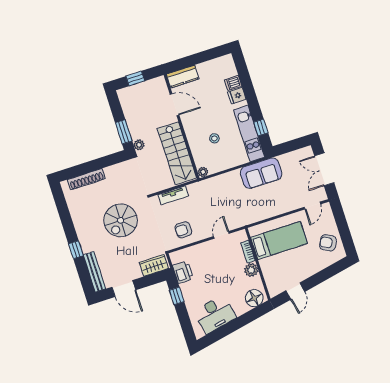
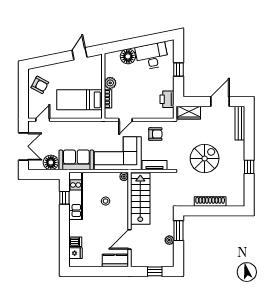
fridge: (237, 96) -> (76, 253), moved
door: (175, 105) -> (129, 239), hinge flipped
plant: (139, 145) -> (169, 240), moved
floor lamp: (288, 161) -> (51, 162), added
shoe rack: (86, 179) -> (210, 201), moved
corner sofa: (218, 195) -> (118, 153), added
window: (76, 250) -> (249, 167), moved
door: (124, 289) -> (220, 101), hinge flipped
window: (177, 296) -> (178, 70), moved
floor lamp: (254, 298) -> (128, 56), moved

